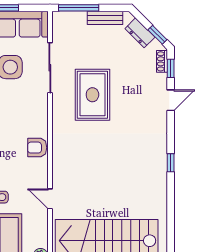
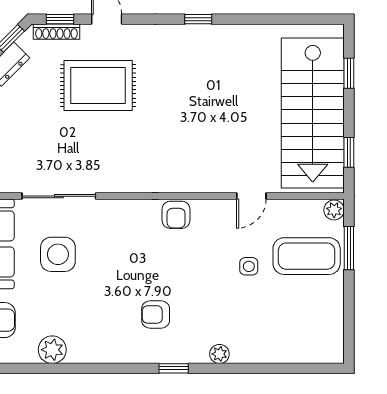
shoe rack: (162, 61) -> (56, 32), width x1.43
rug: (92, 95) -> (98, 86), moved

